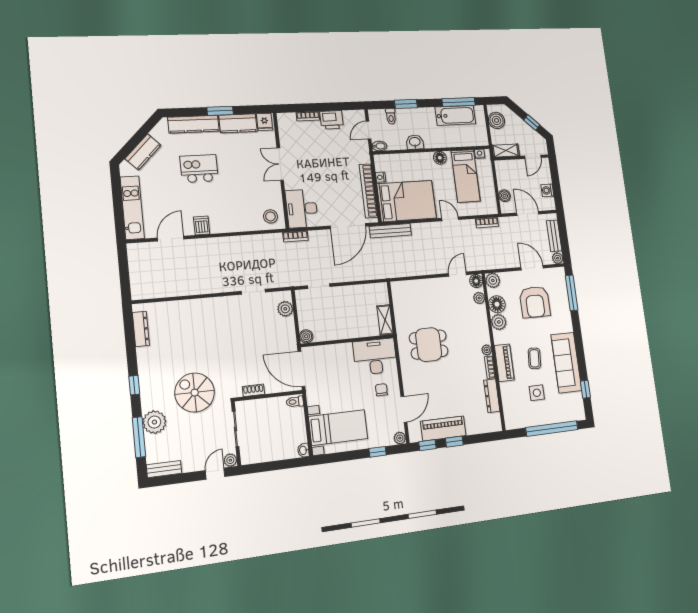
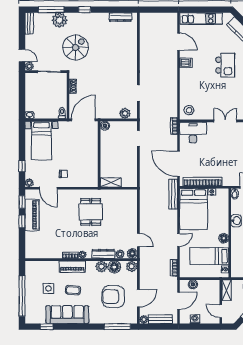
desk: (375, 357) -> (86, 172), removed
dresser: (492, 396) -> (103, 254), moved

